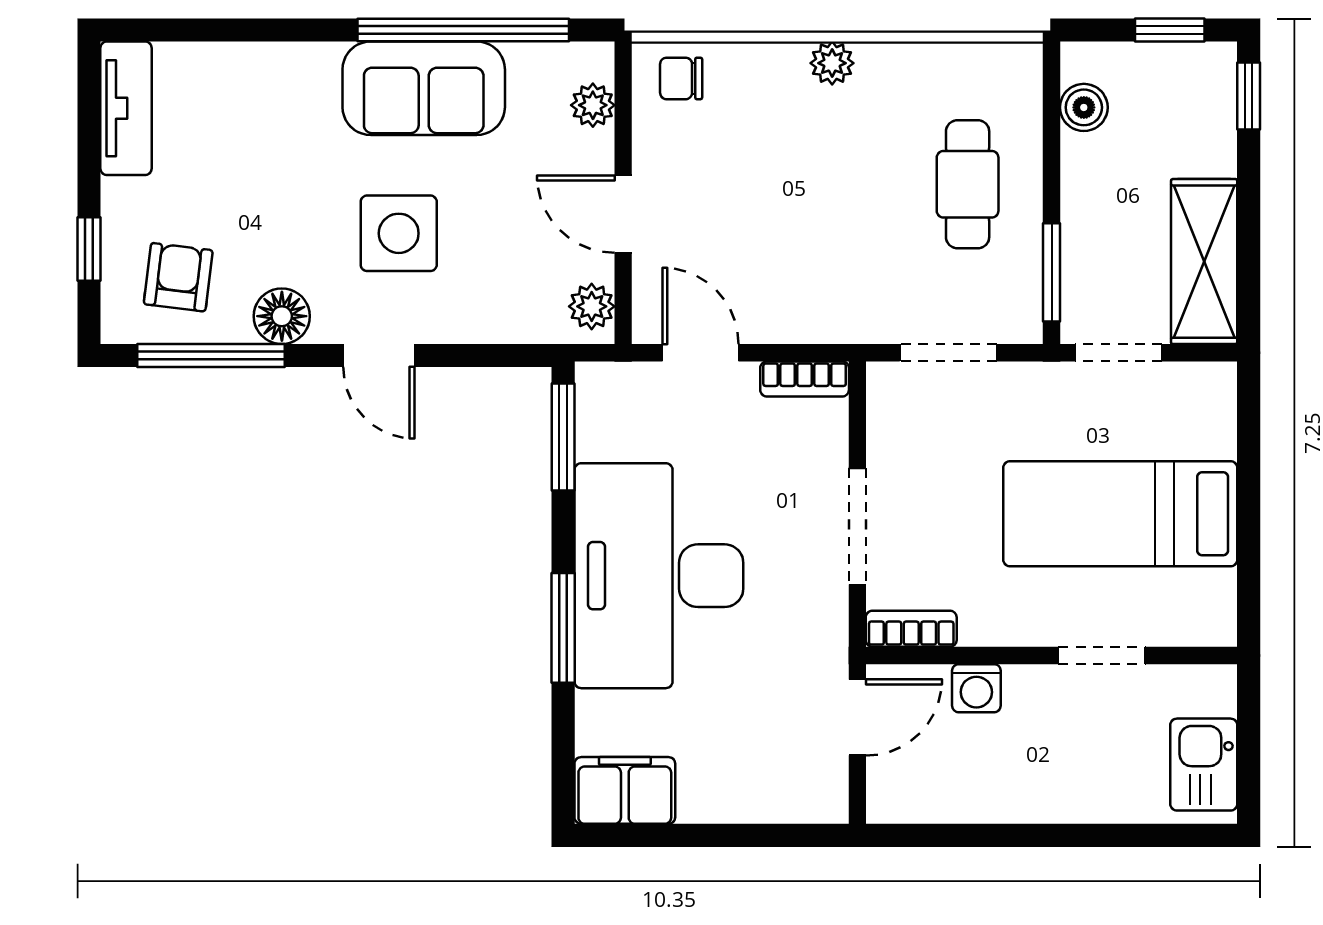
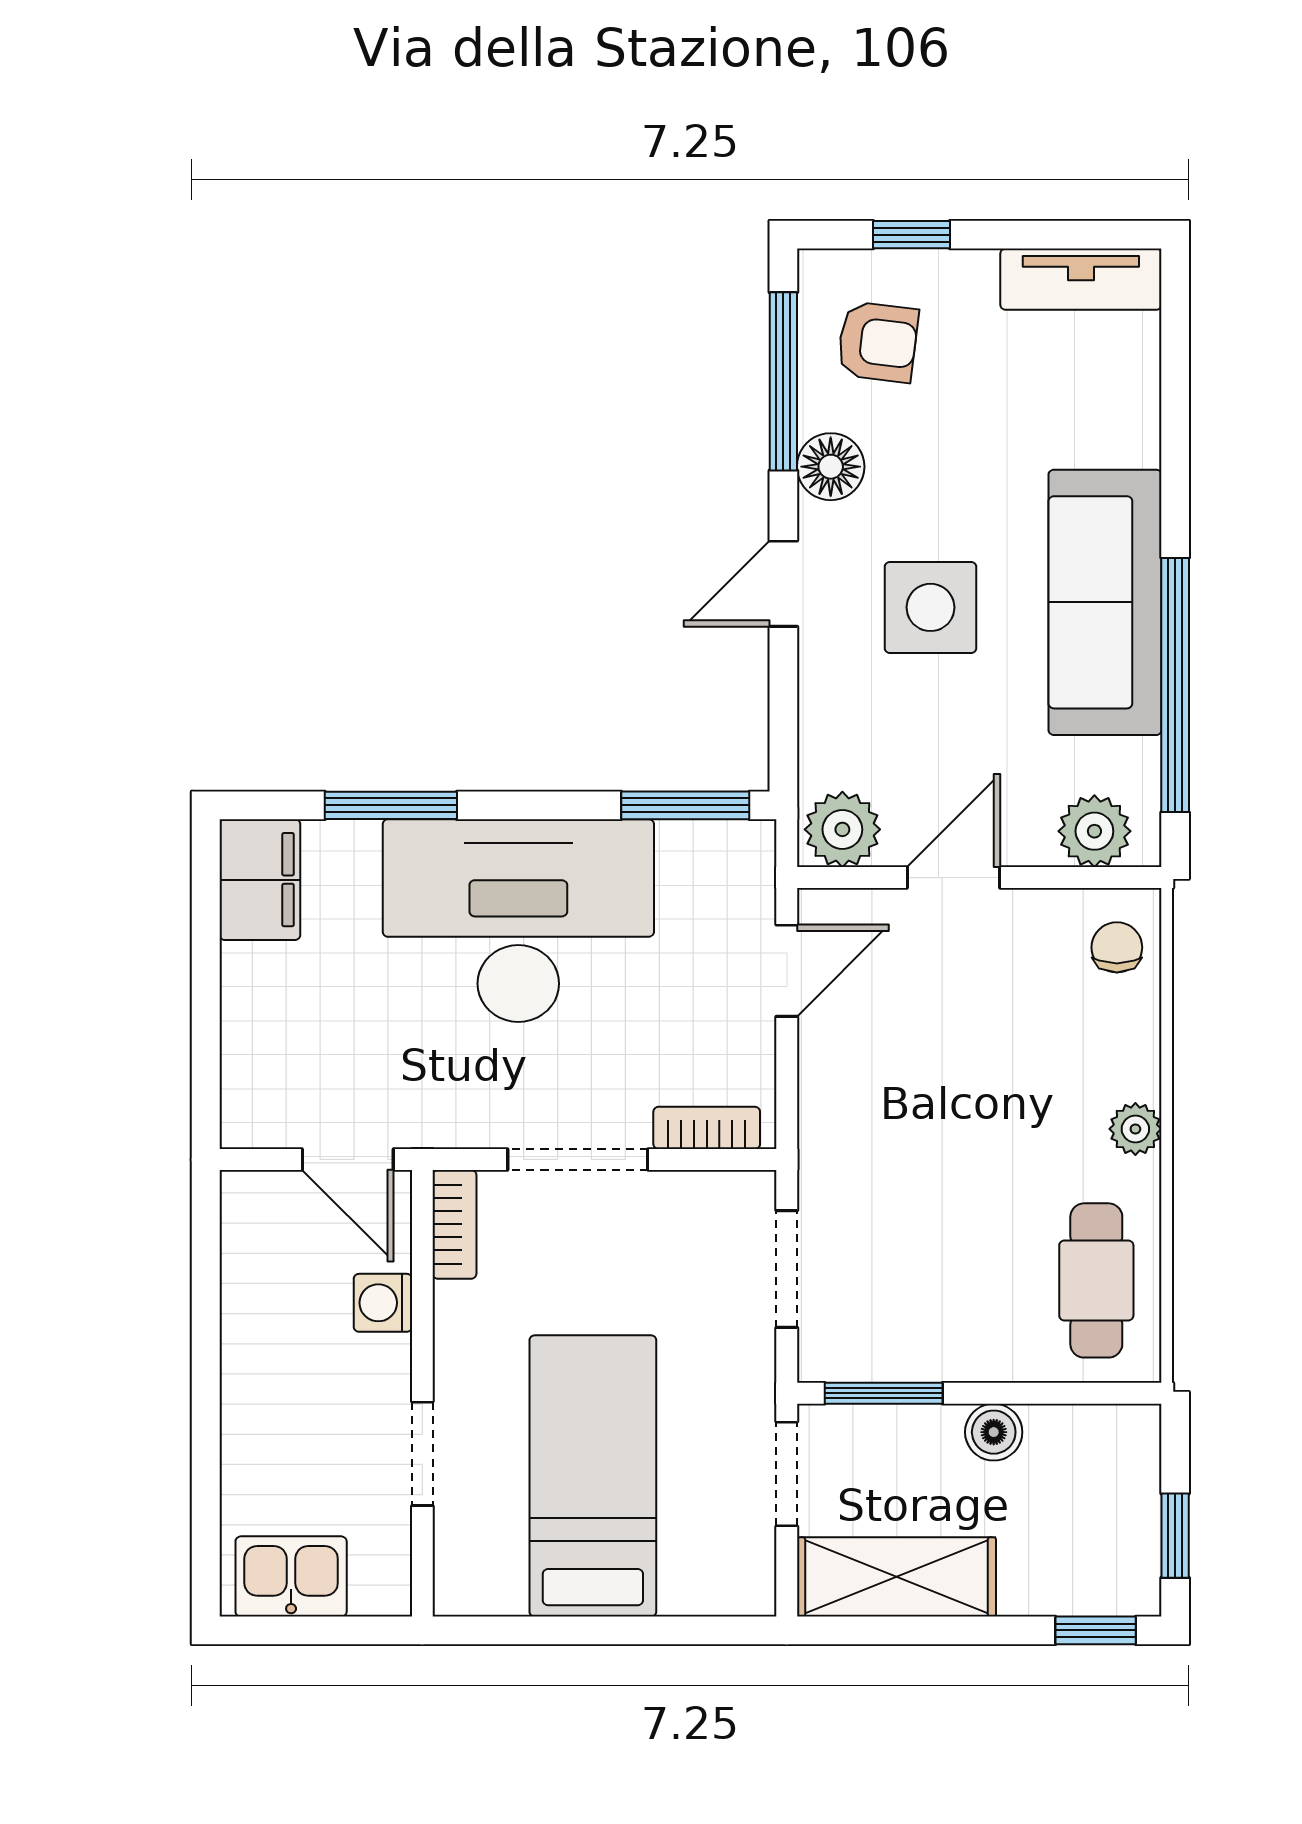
sofa: (424, 88) -> (1105, 602), width x1.36
plant: (593, 105) -> (1094, 831), width x1.38, depth x1.38
boiler: (1084, 107) -> (994, 1432), moved
cafe table: (968, 184) -> (1096, 1280), moved, turned 90
plant: (592, 306) -> (842, 829), width x1.38, depth x1.38
bookcase: (805, 379) -> (707, 1128), moved, turned 90
window: (563, 628) -> (391, 805), moved

